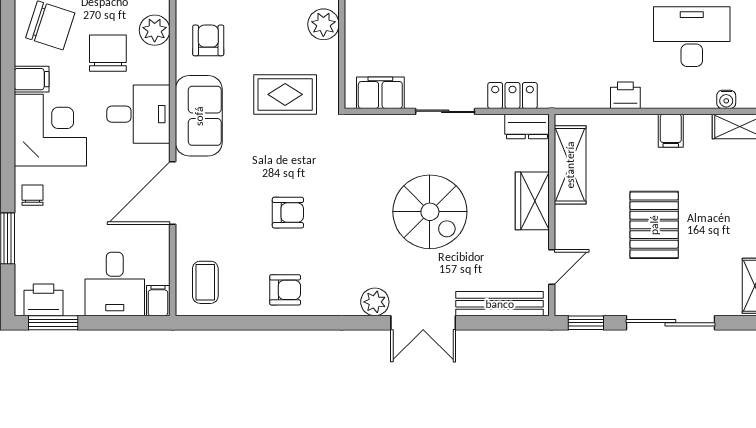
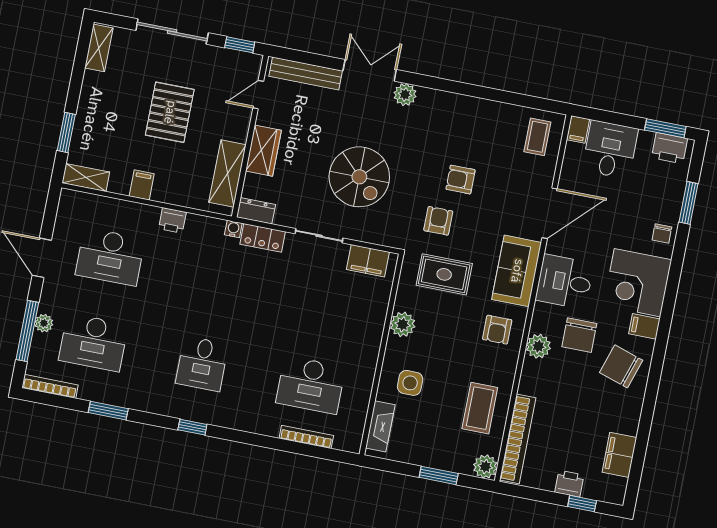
water cooler: (726, 99) -> (233, 229), moved
spiral stairs: (430, 212) -> (359, 177), moved, turned 180
armchair: (285, 290) -> (438, 221), moved, turned 90

